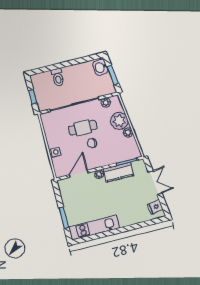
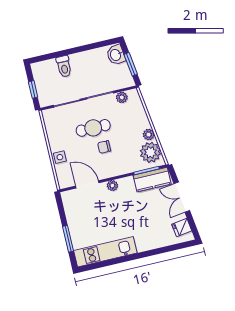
plant: (119, 121) -> (150, 152), moved
kitchen counter: (119, 172) -> (152, 180), moved
door: (79, 174) -> (87, 184), hinge flipped
double door: (155, 183) -> (182, 197), swing flipped

